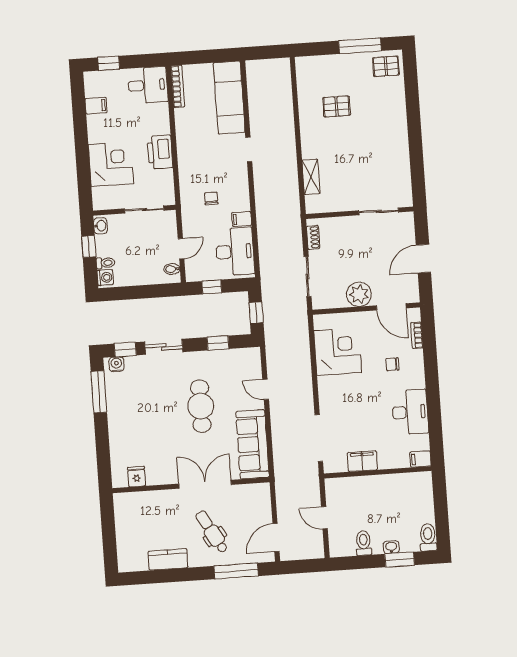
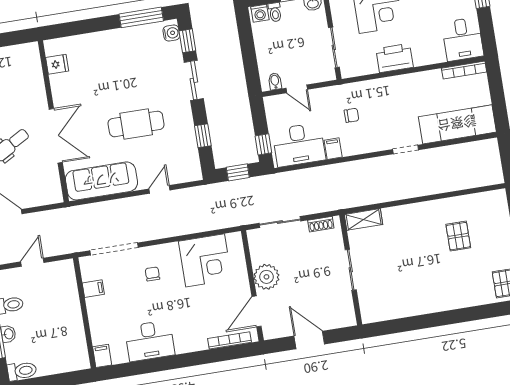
shelving: (311, 177) -> (364, 219), moved
sliding door: (379, 211) -> (351, 270), moved
window: (212, 287) -> (263, 144), moved
bookcase: (417, 335) -> (230, 340), width x1.56
chair: (392, 364) -> (152, 274), moved
filing cabinet: (362, 461) -> (93, 289), width x0.50

